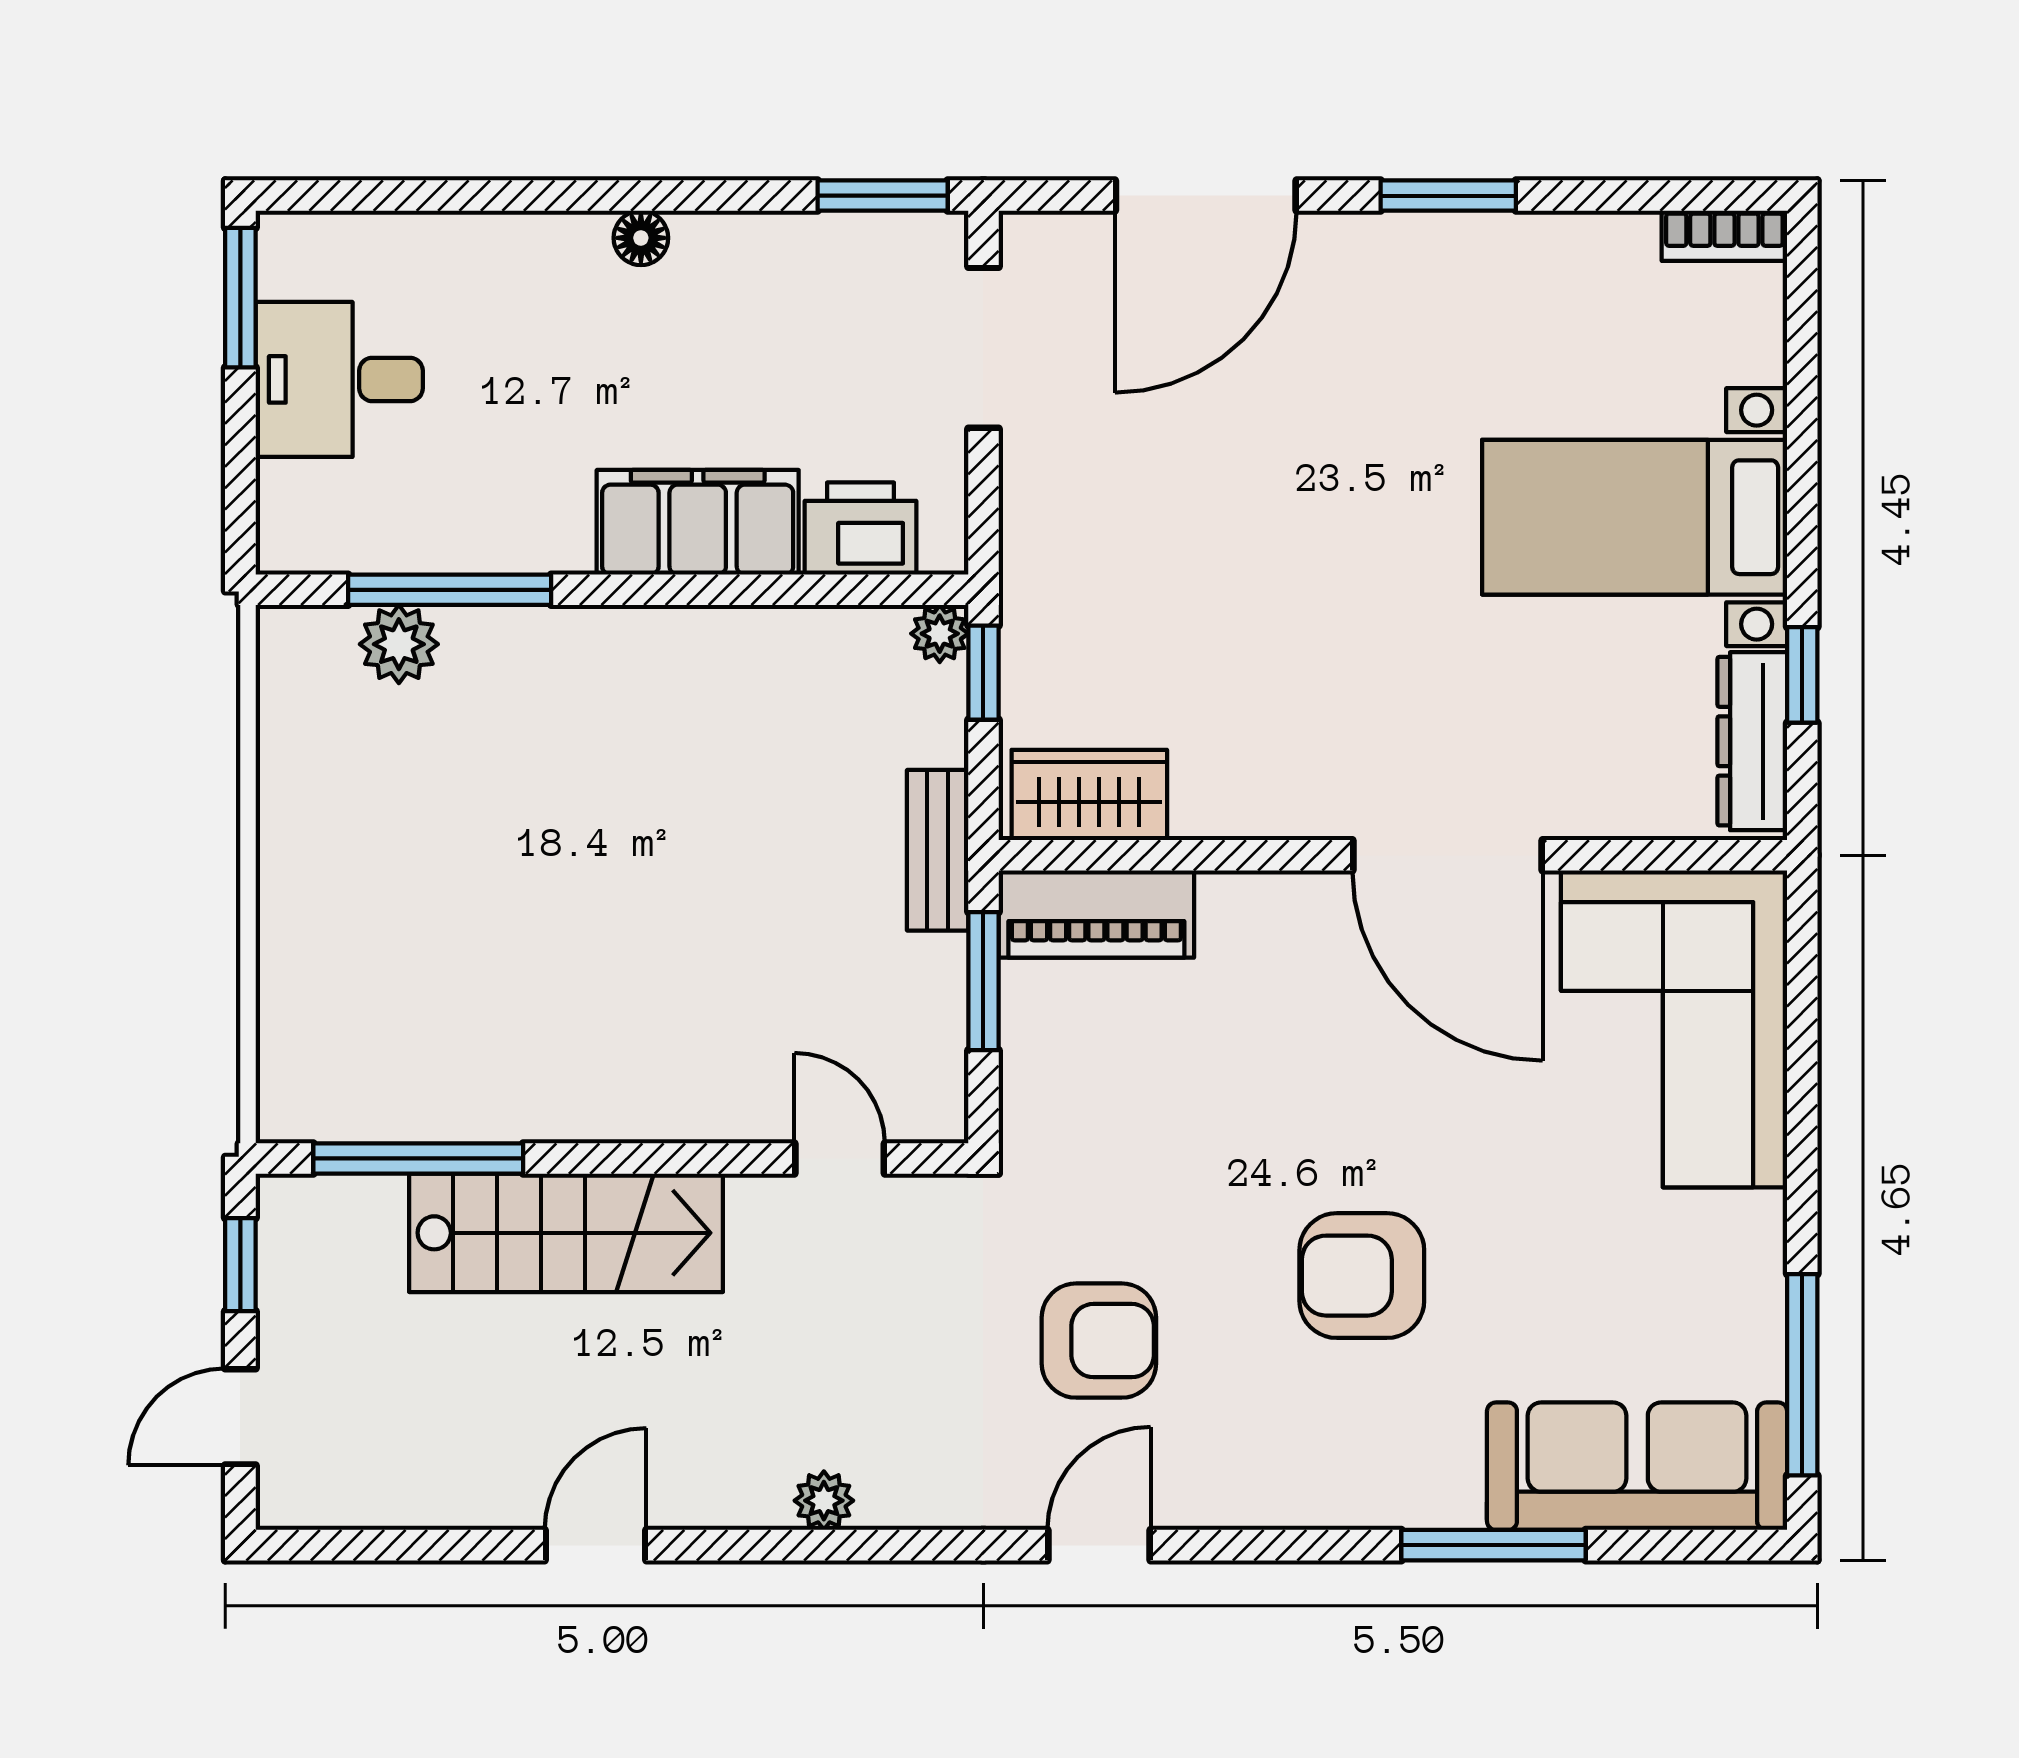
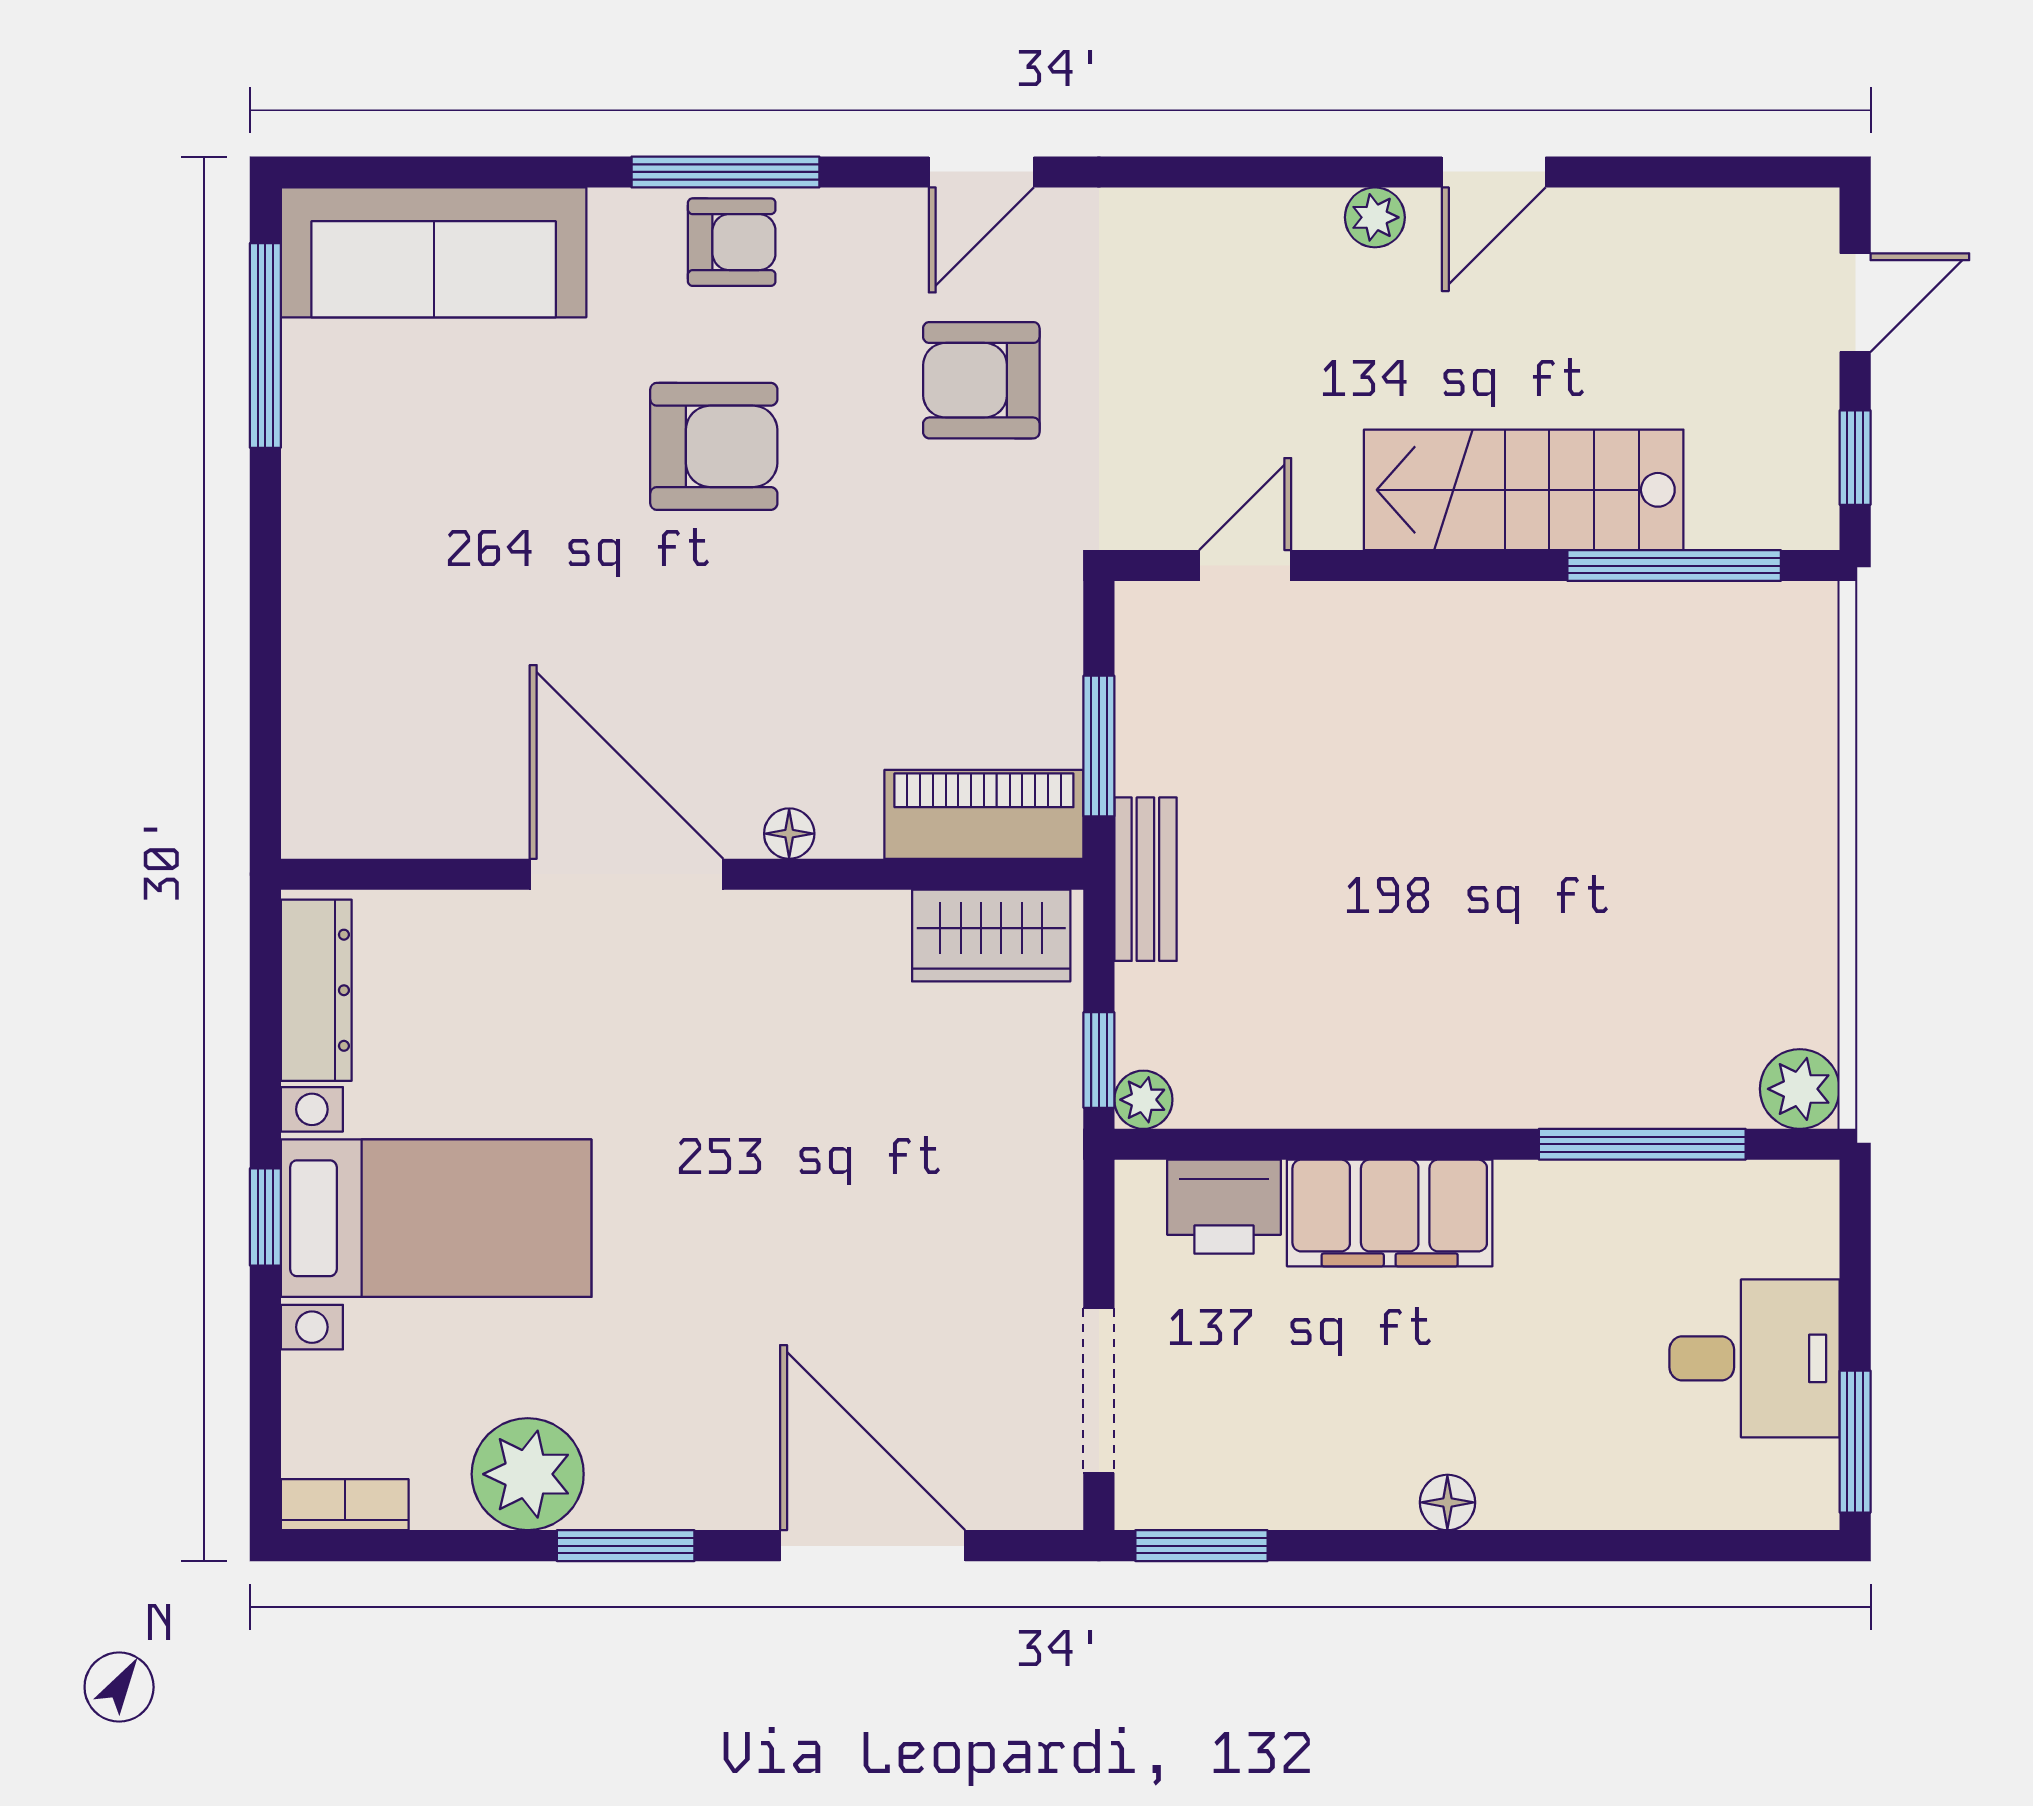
door: (1206, 196) -> (873, 1546), hinge flipped
plant: (1545, 266) -> (528, 1474), added
plant: (399, 644) -> (1800, 1089), moved
window: (1802, 675) -> (265, 1217), moved
floor lamp: (1288, 895) -> (789, 834), added
corner sofa: (1674, 1029) -> (396, 697), removed
door: (840, 1158) -> (1245, 566), swing flipped
armchair: (1344, 1476) -> (732, 242), added
plant: (824, 1501) -> (1375, 217), moved
window: (1494, 1545) -> (725, 172), moved

